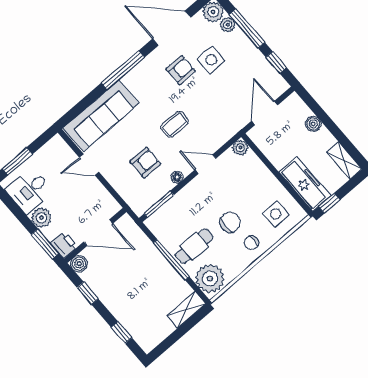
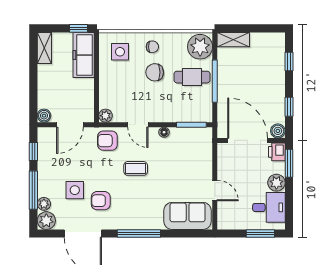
sofa: (101, 116) -> (188, 216), width x0.73
boiler: (313, 124) -> (44, 116), moved
armchair: (145, 163) -> (107, 141), moved
door: (98, 233) -> (248, 140), width x1.36

